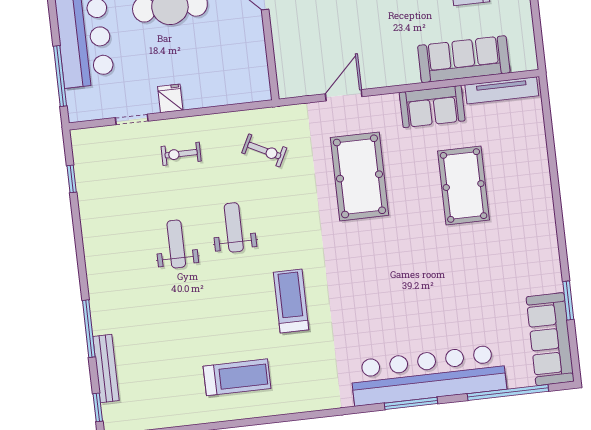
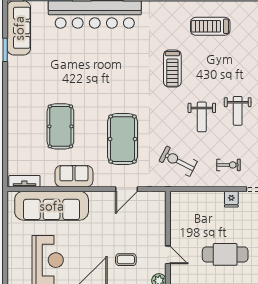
sofa: (464, 59) -> (52, 206), width x1.36, depth x1.27
tv unit: (502, 90) -> (24, 181), width x0.71
exercise bike: (264, 150) -> (178, 161), width x1.38, depth x1.39

